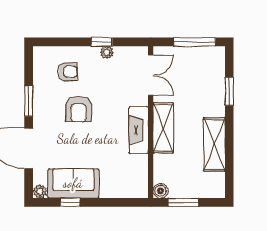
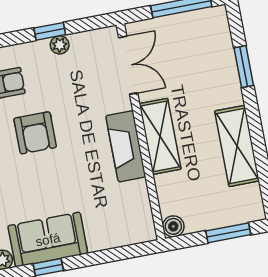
window: (183, 202) -> (228, 233), moved

